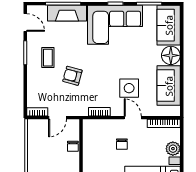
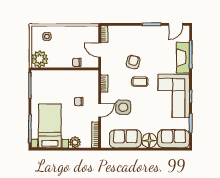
coffee table: (48, 58) -> (140, 82), moved

